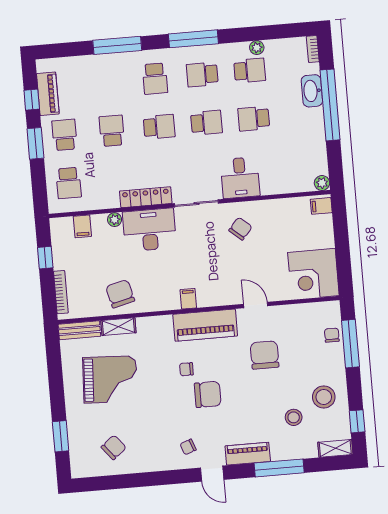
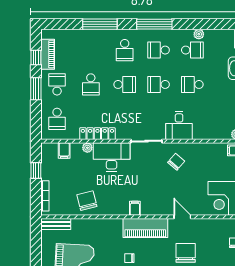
school desk: (206, 123) -> (158, 84), turned 180
school desk: (112, 131) -> (91, 84), turned 180
locker: (146, 197) -> (97, 134), moved
shelving: (118, 327) -> (84, 224), removed

